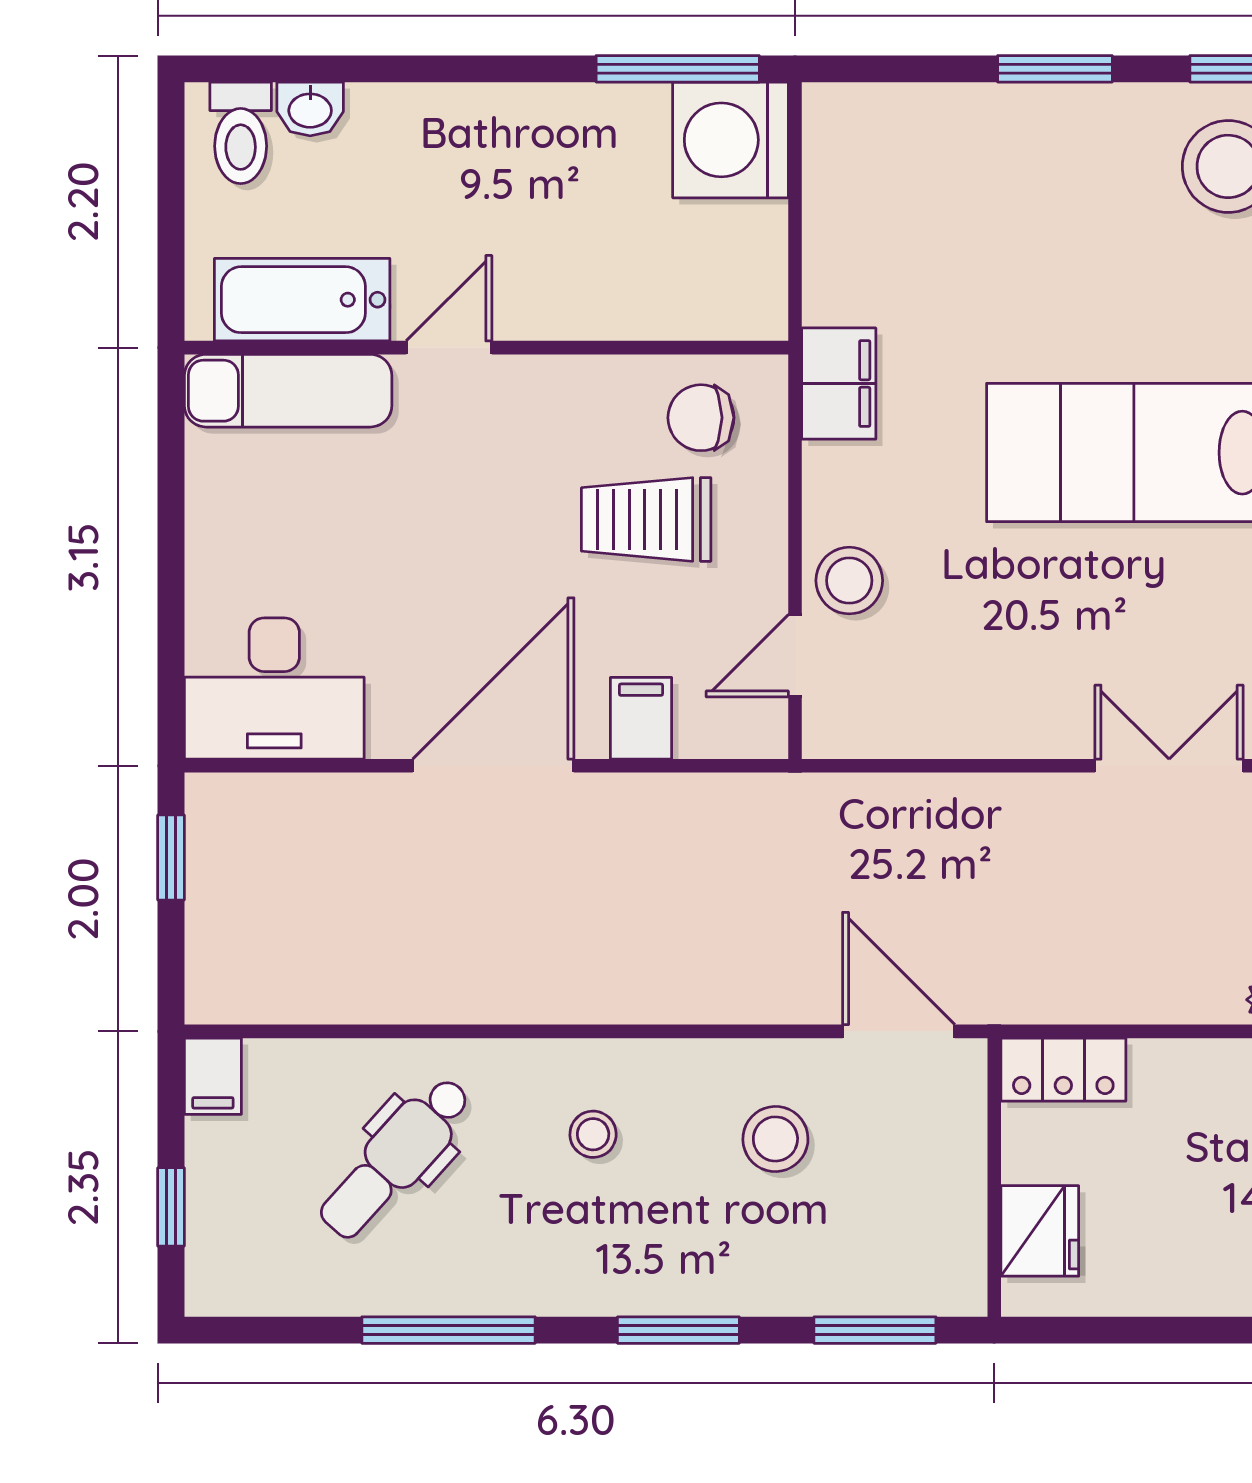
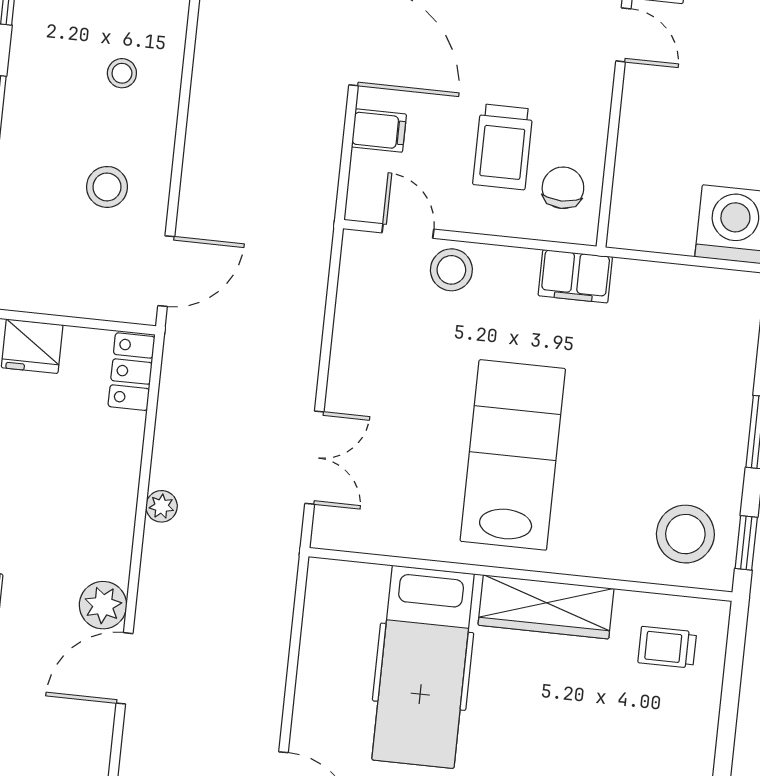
trolley: (646, 519) -> (503, 147), turned 180

